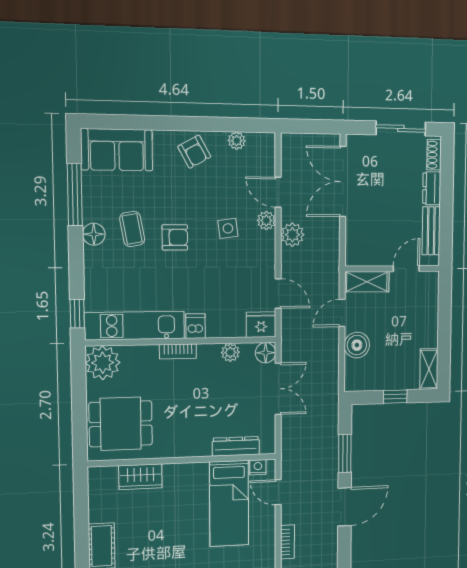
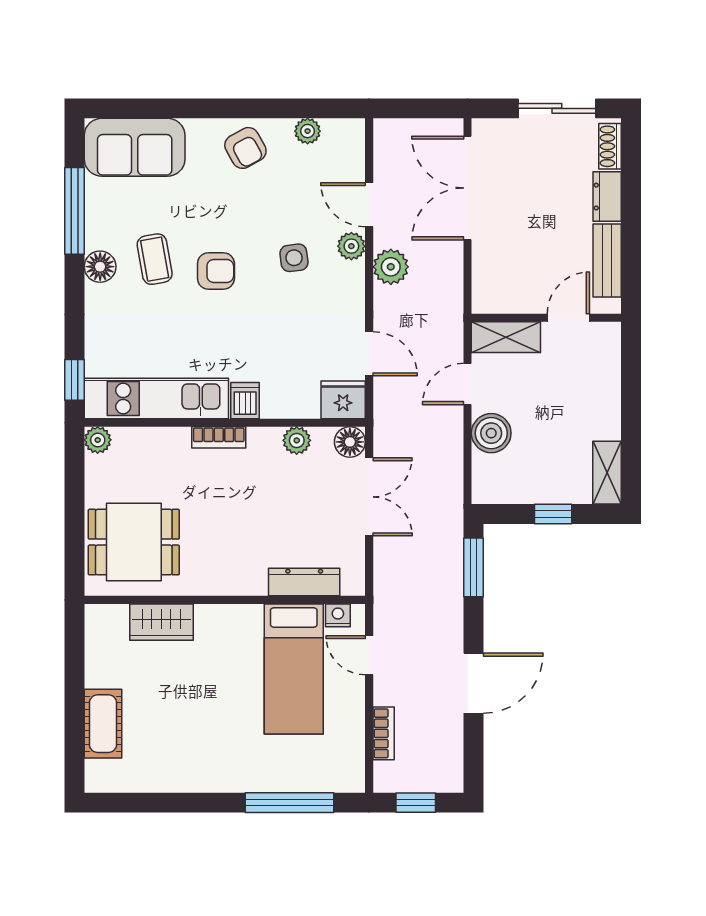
plant: (103, 363) -> (98, 440), width x0.53, depth x0.53
window: (345, 453) -> (473, 567), moved

